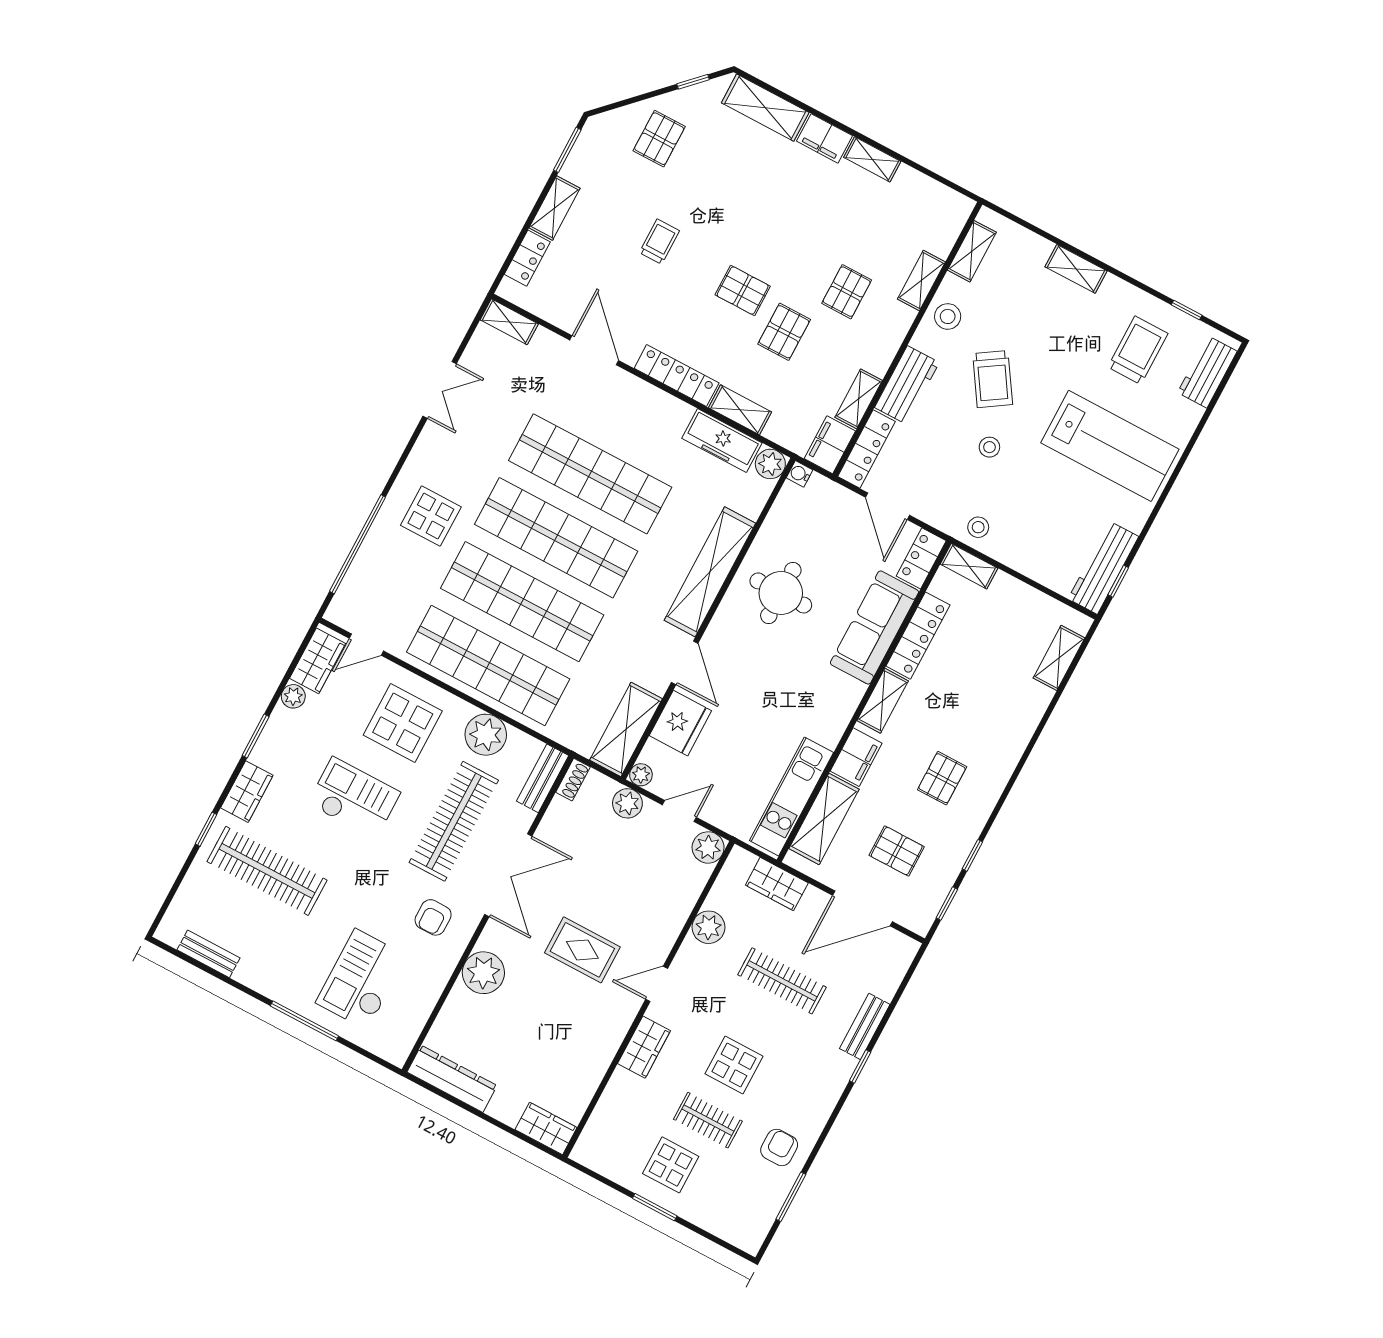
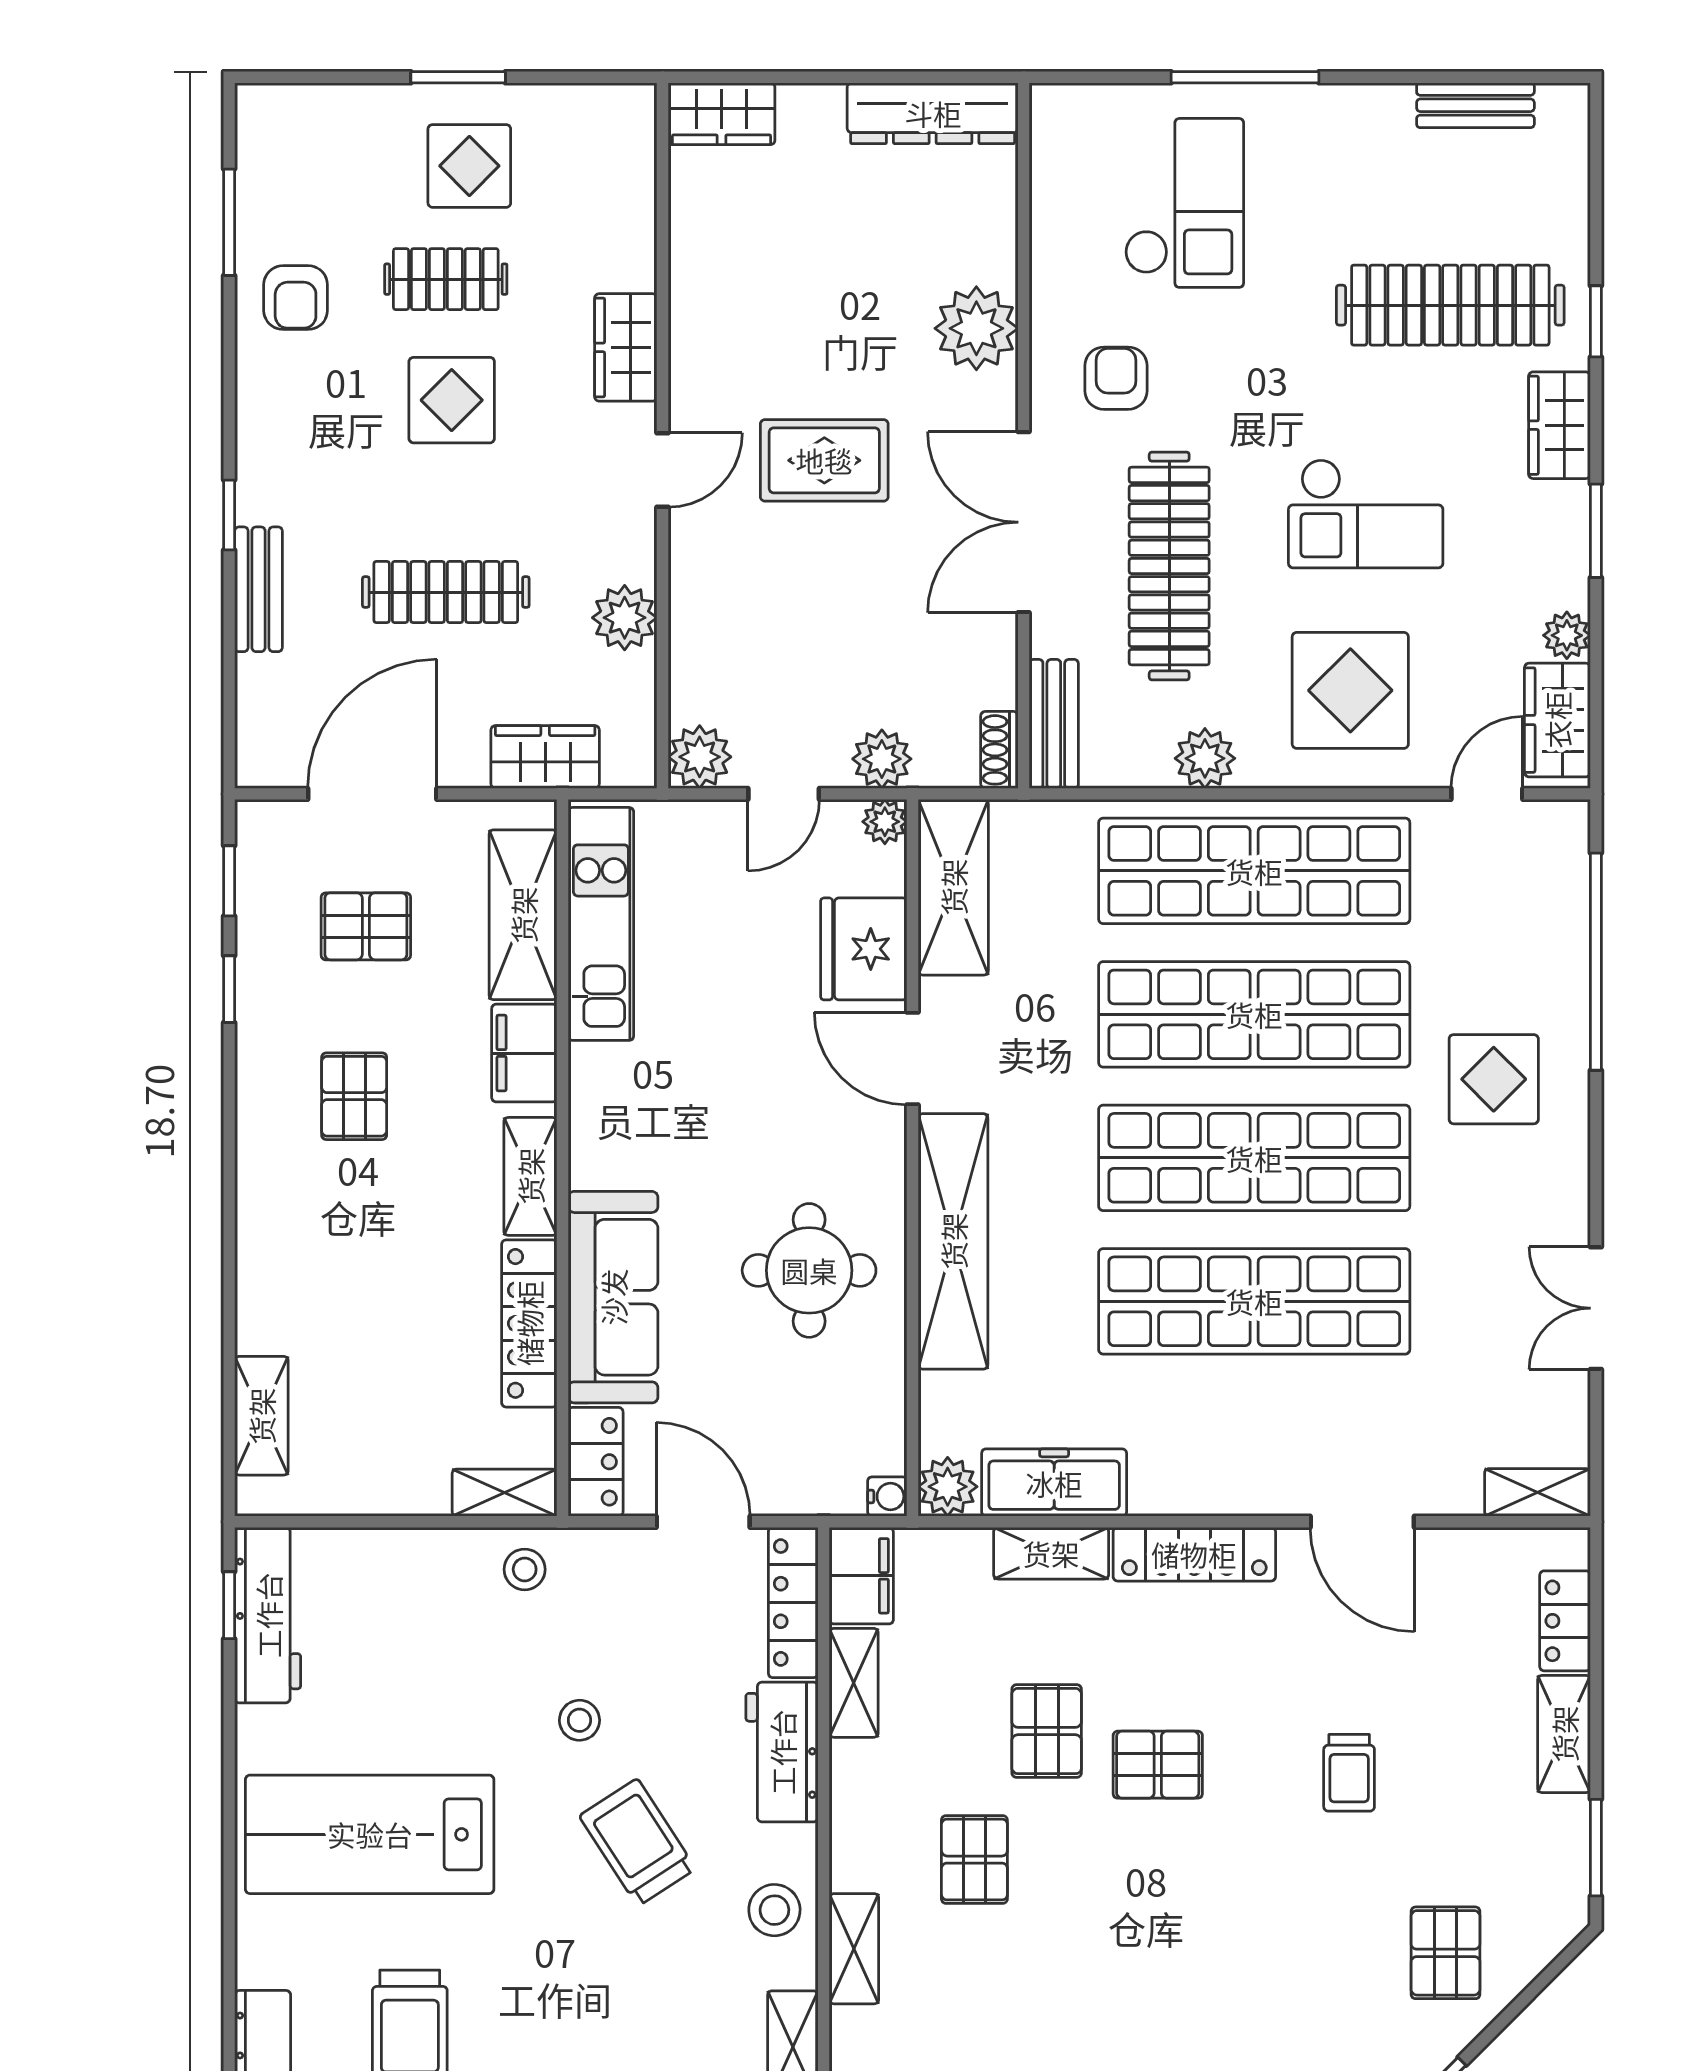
plant: (486, 735) -> (1205, 758), width x0.73, depth x0.73

